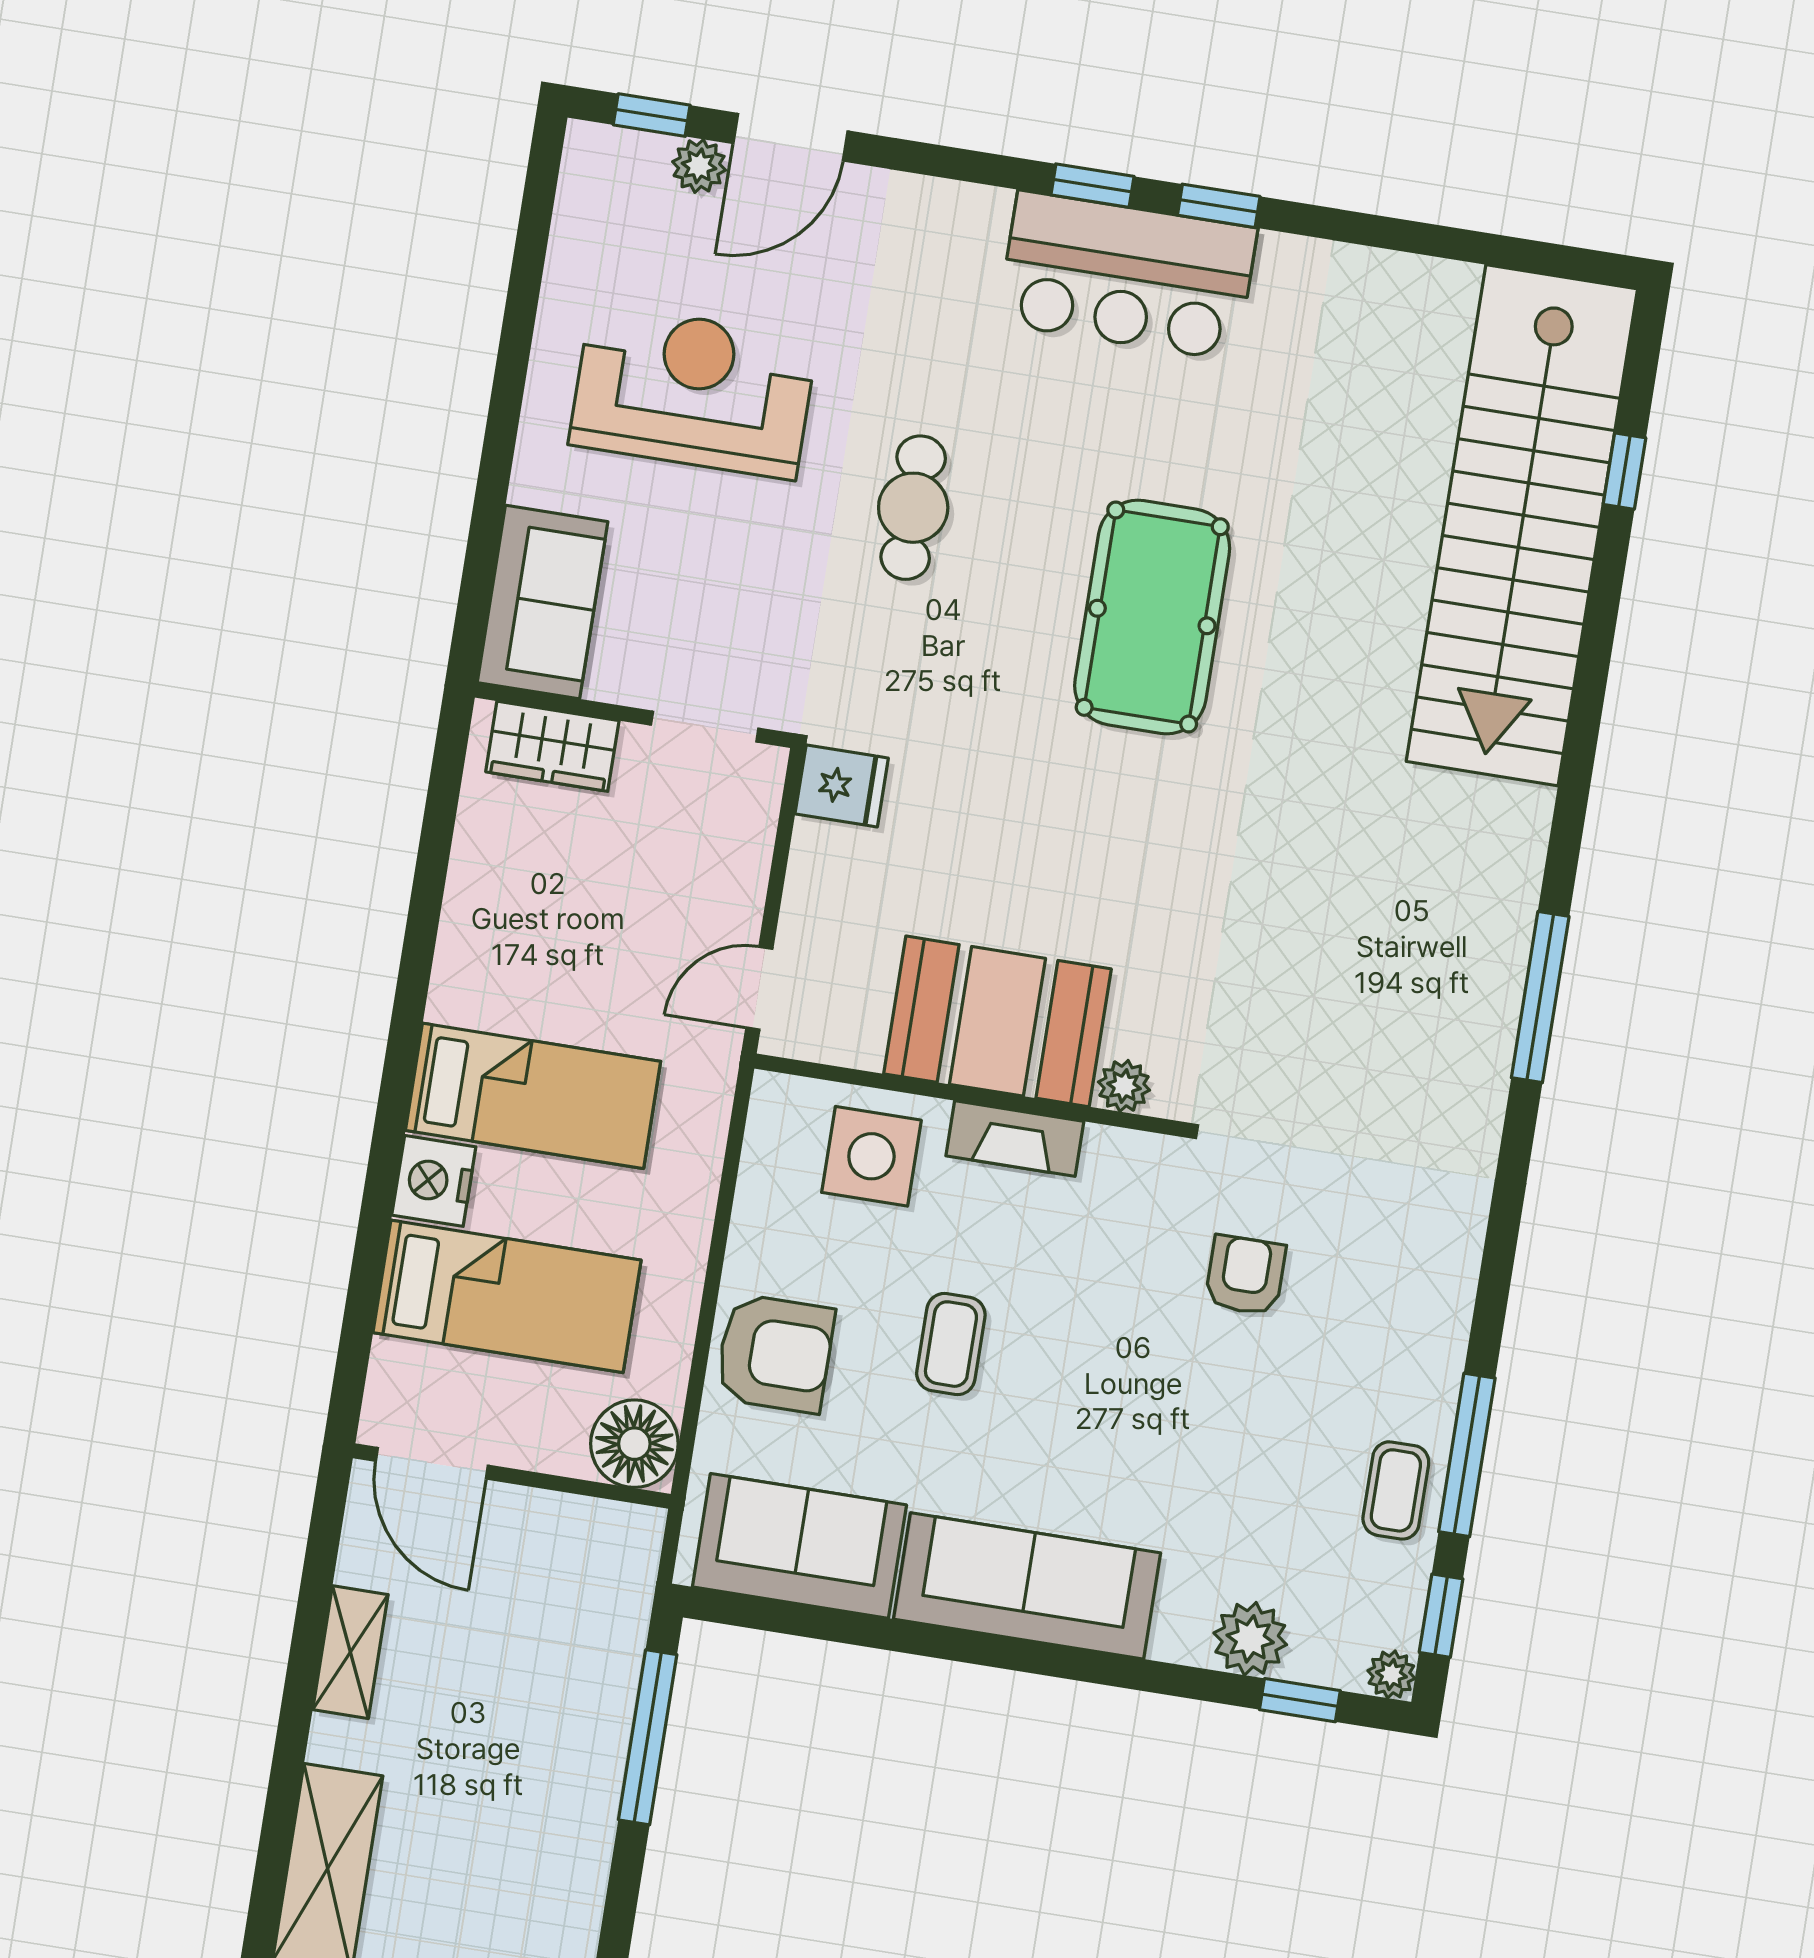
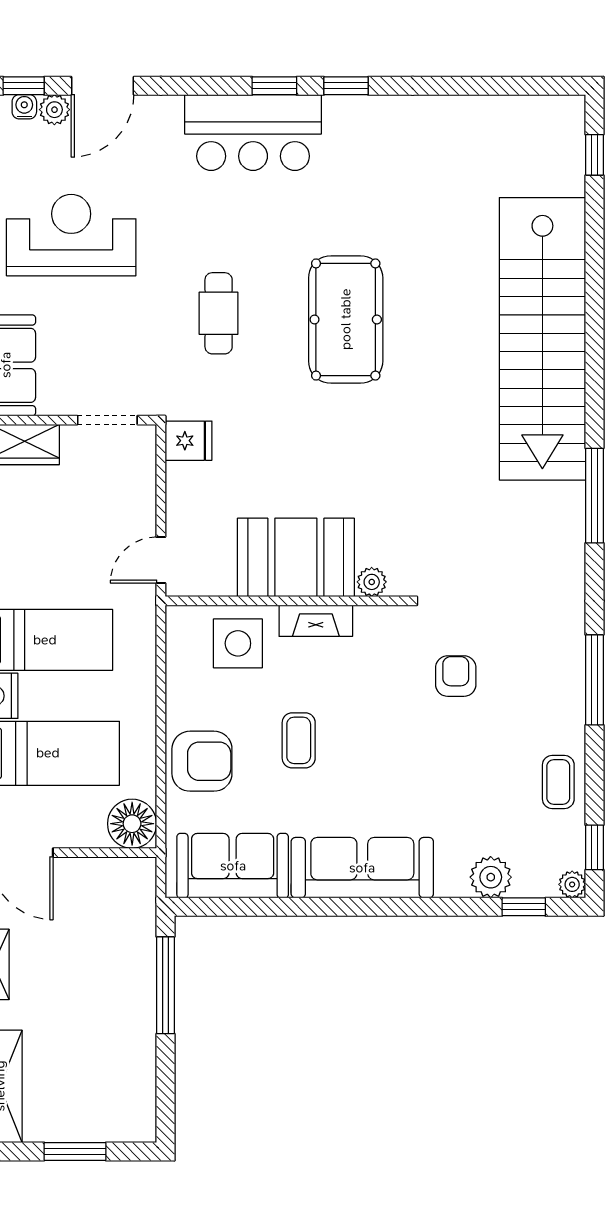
water cooler: (647, 152) -> (24, 107), added
bar counter: (1127, 276) -> (253, 133), moved
window: (1624, 471) -> (594, 155), moved
cafe table: (913, 508) -> (219, 313), moved
stairs: (1522, 525) -> (542, 339), moved
window: (1467, 1455) -> (594, 680), moved

